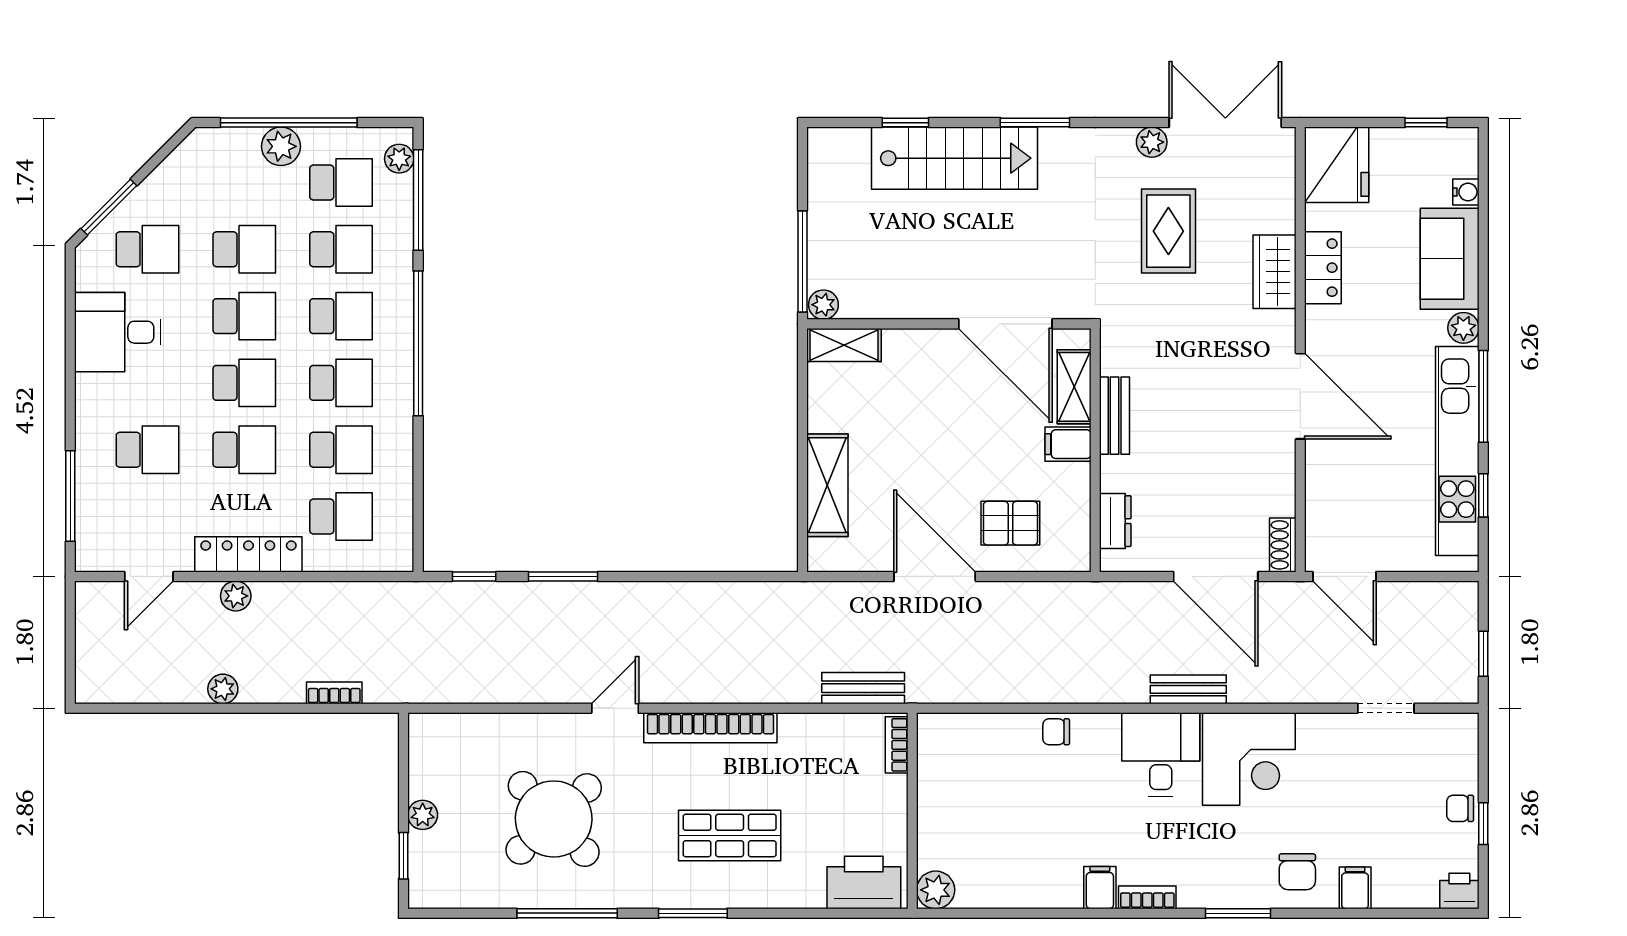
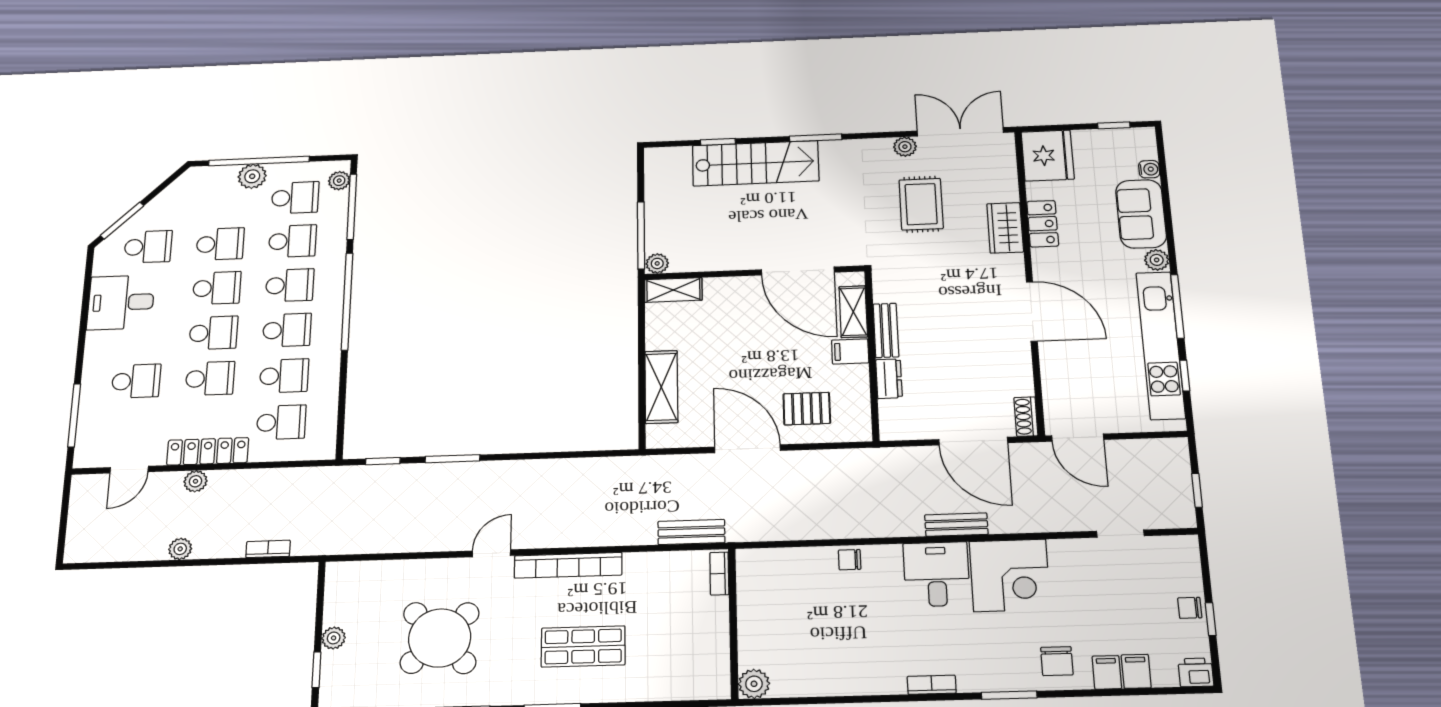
dresser: (1115, 521) -> (889, 379), moved
printer: (864, 882) -> (694, 680), removed
filing cabinet: (1100, 888) -> (1136, 671), moved

